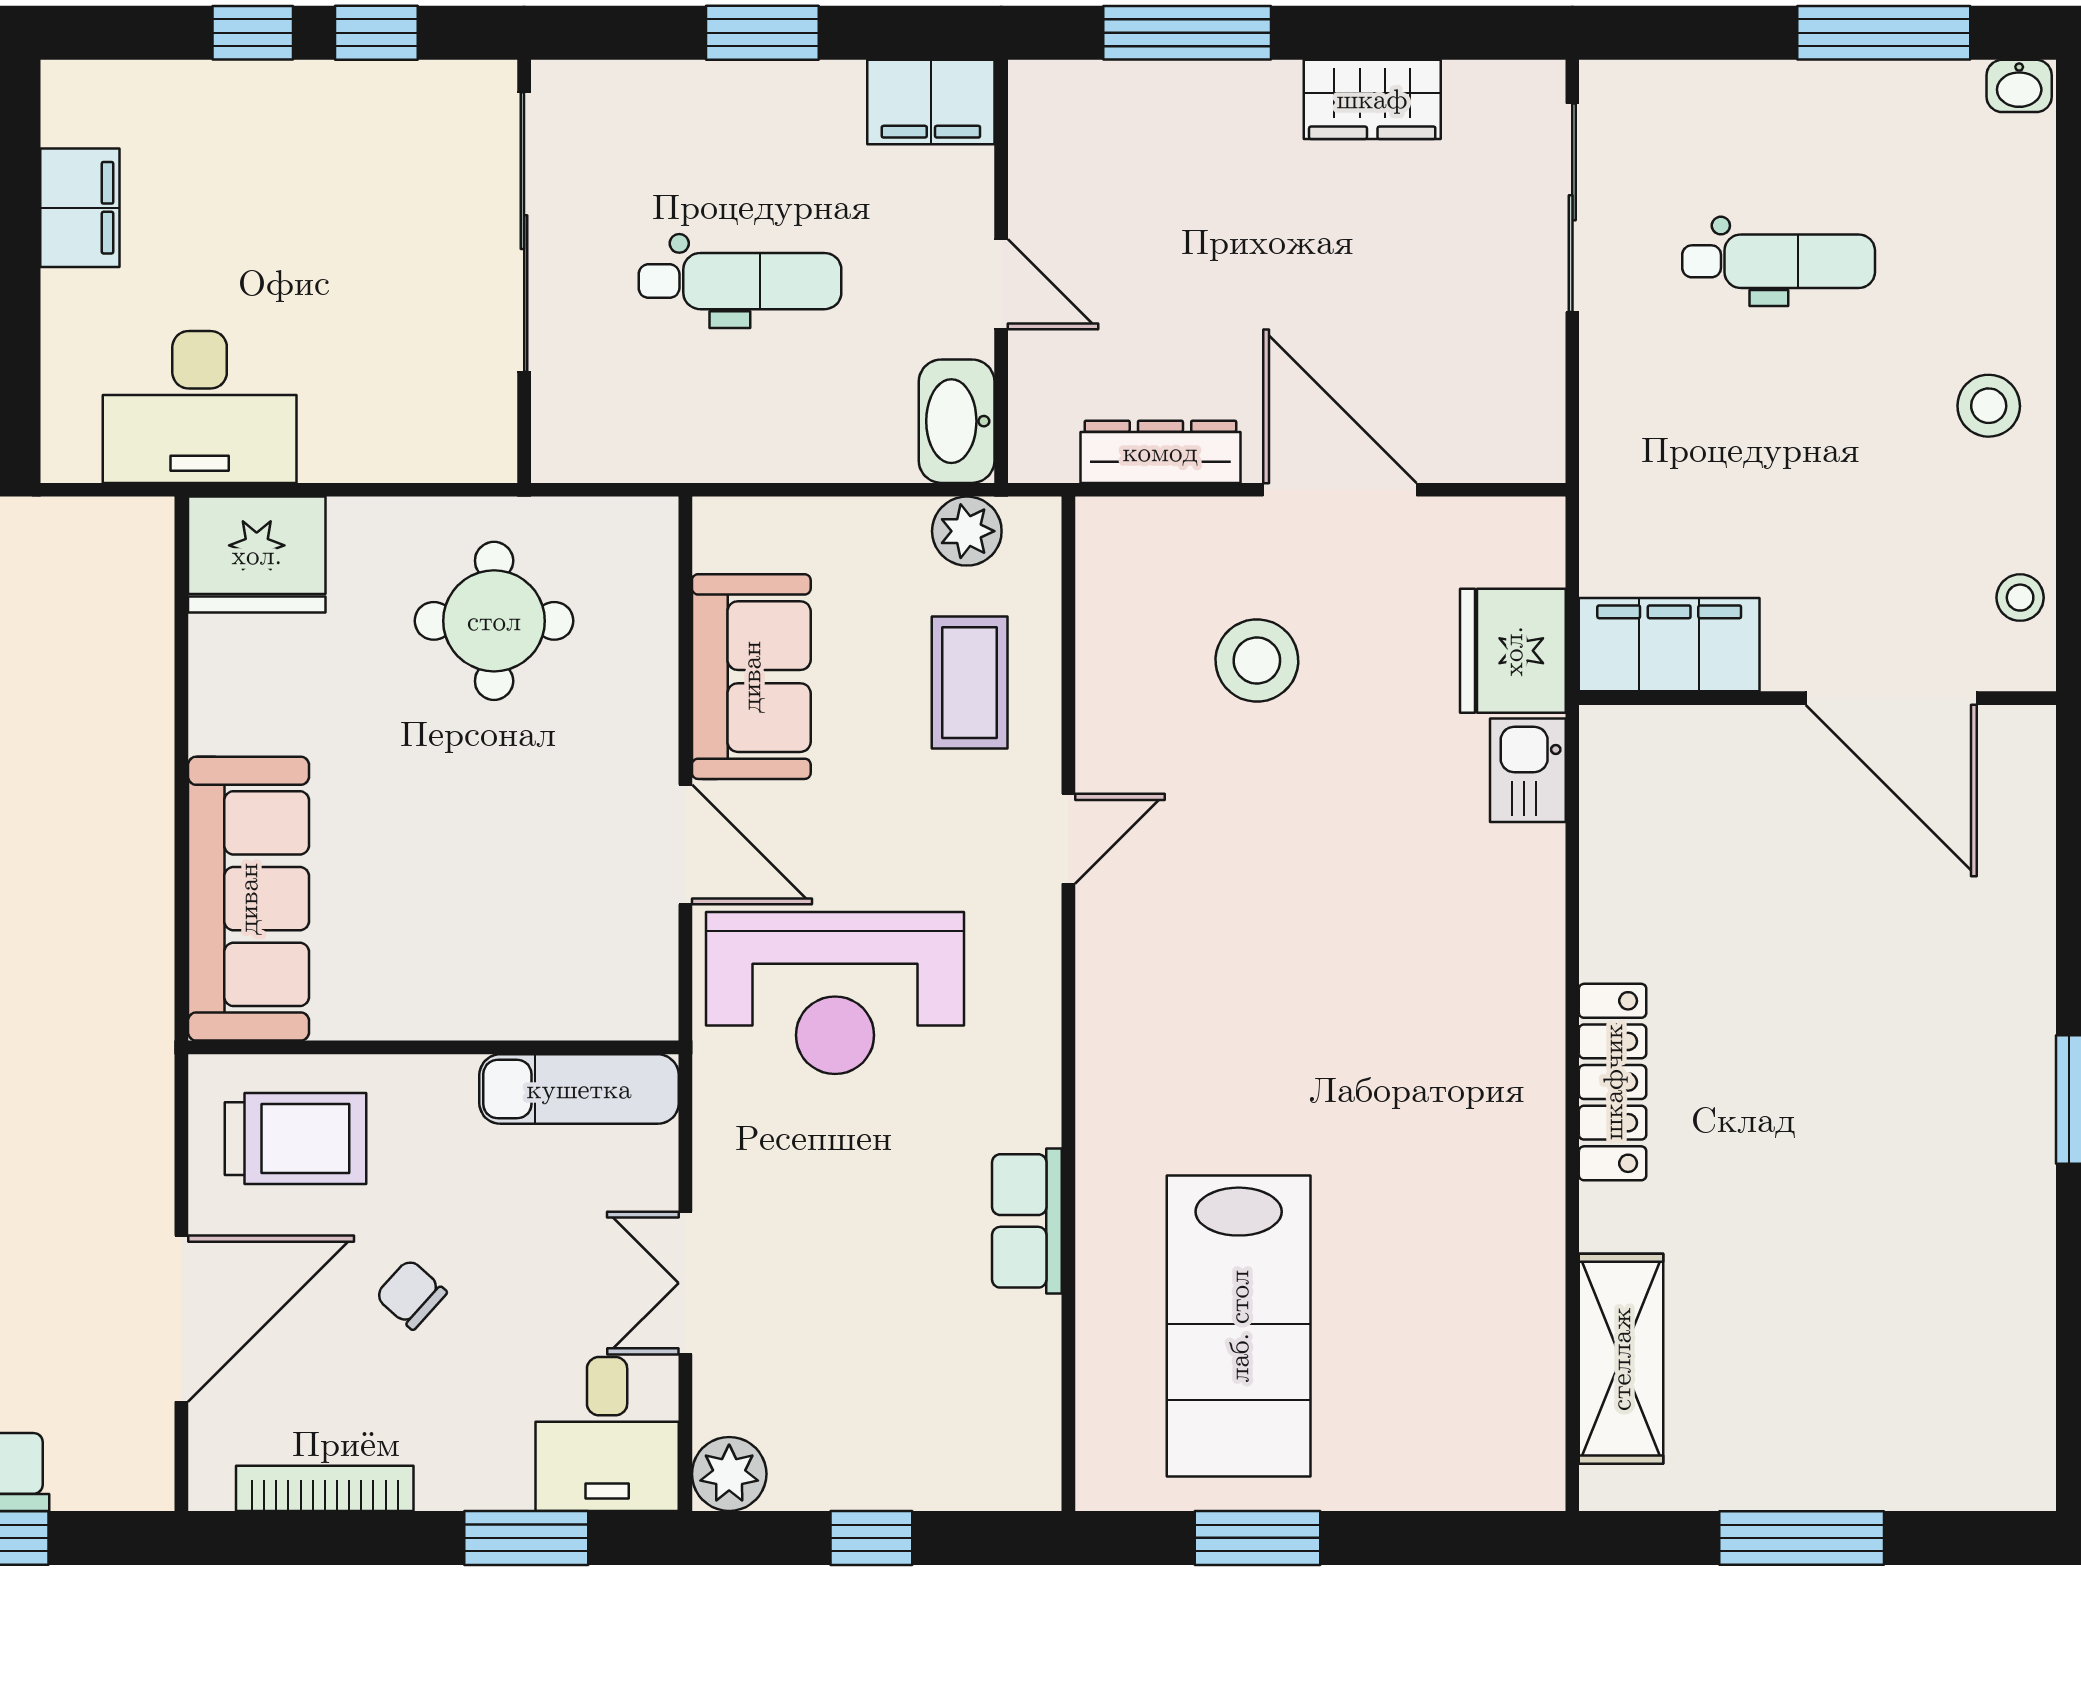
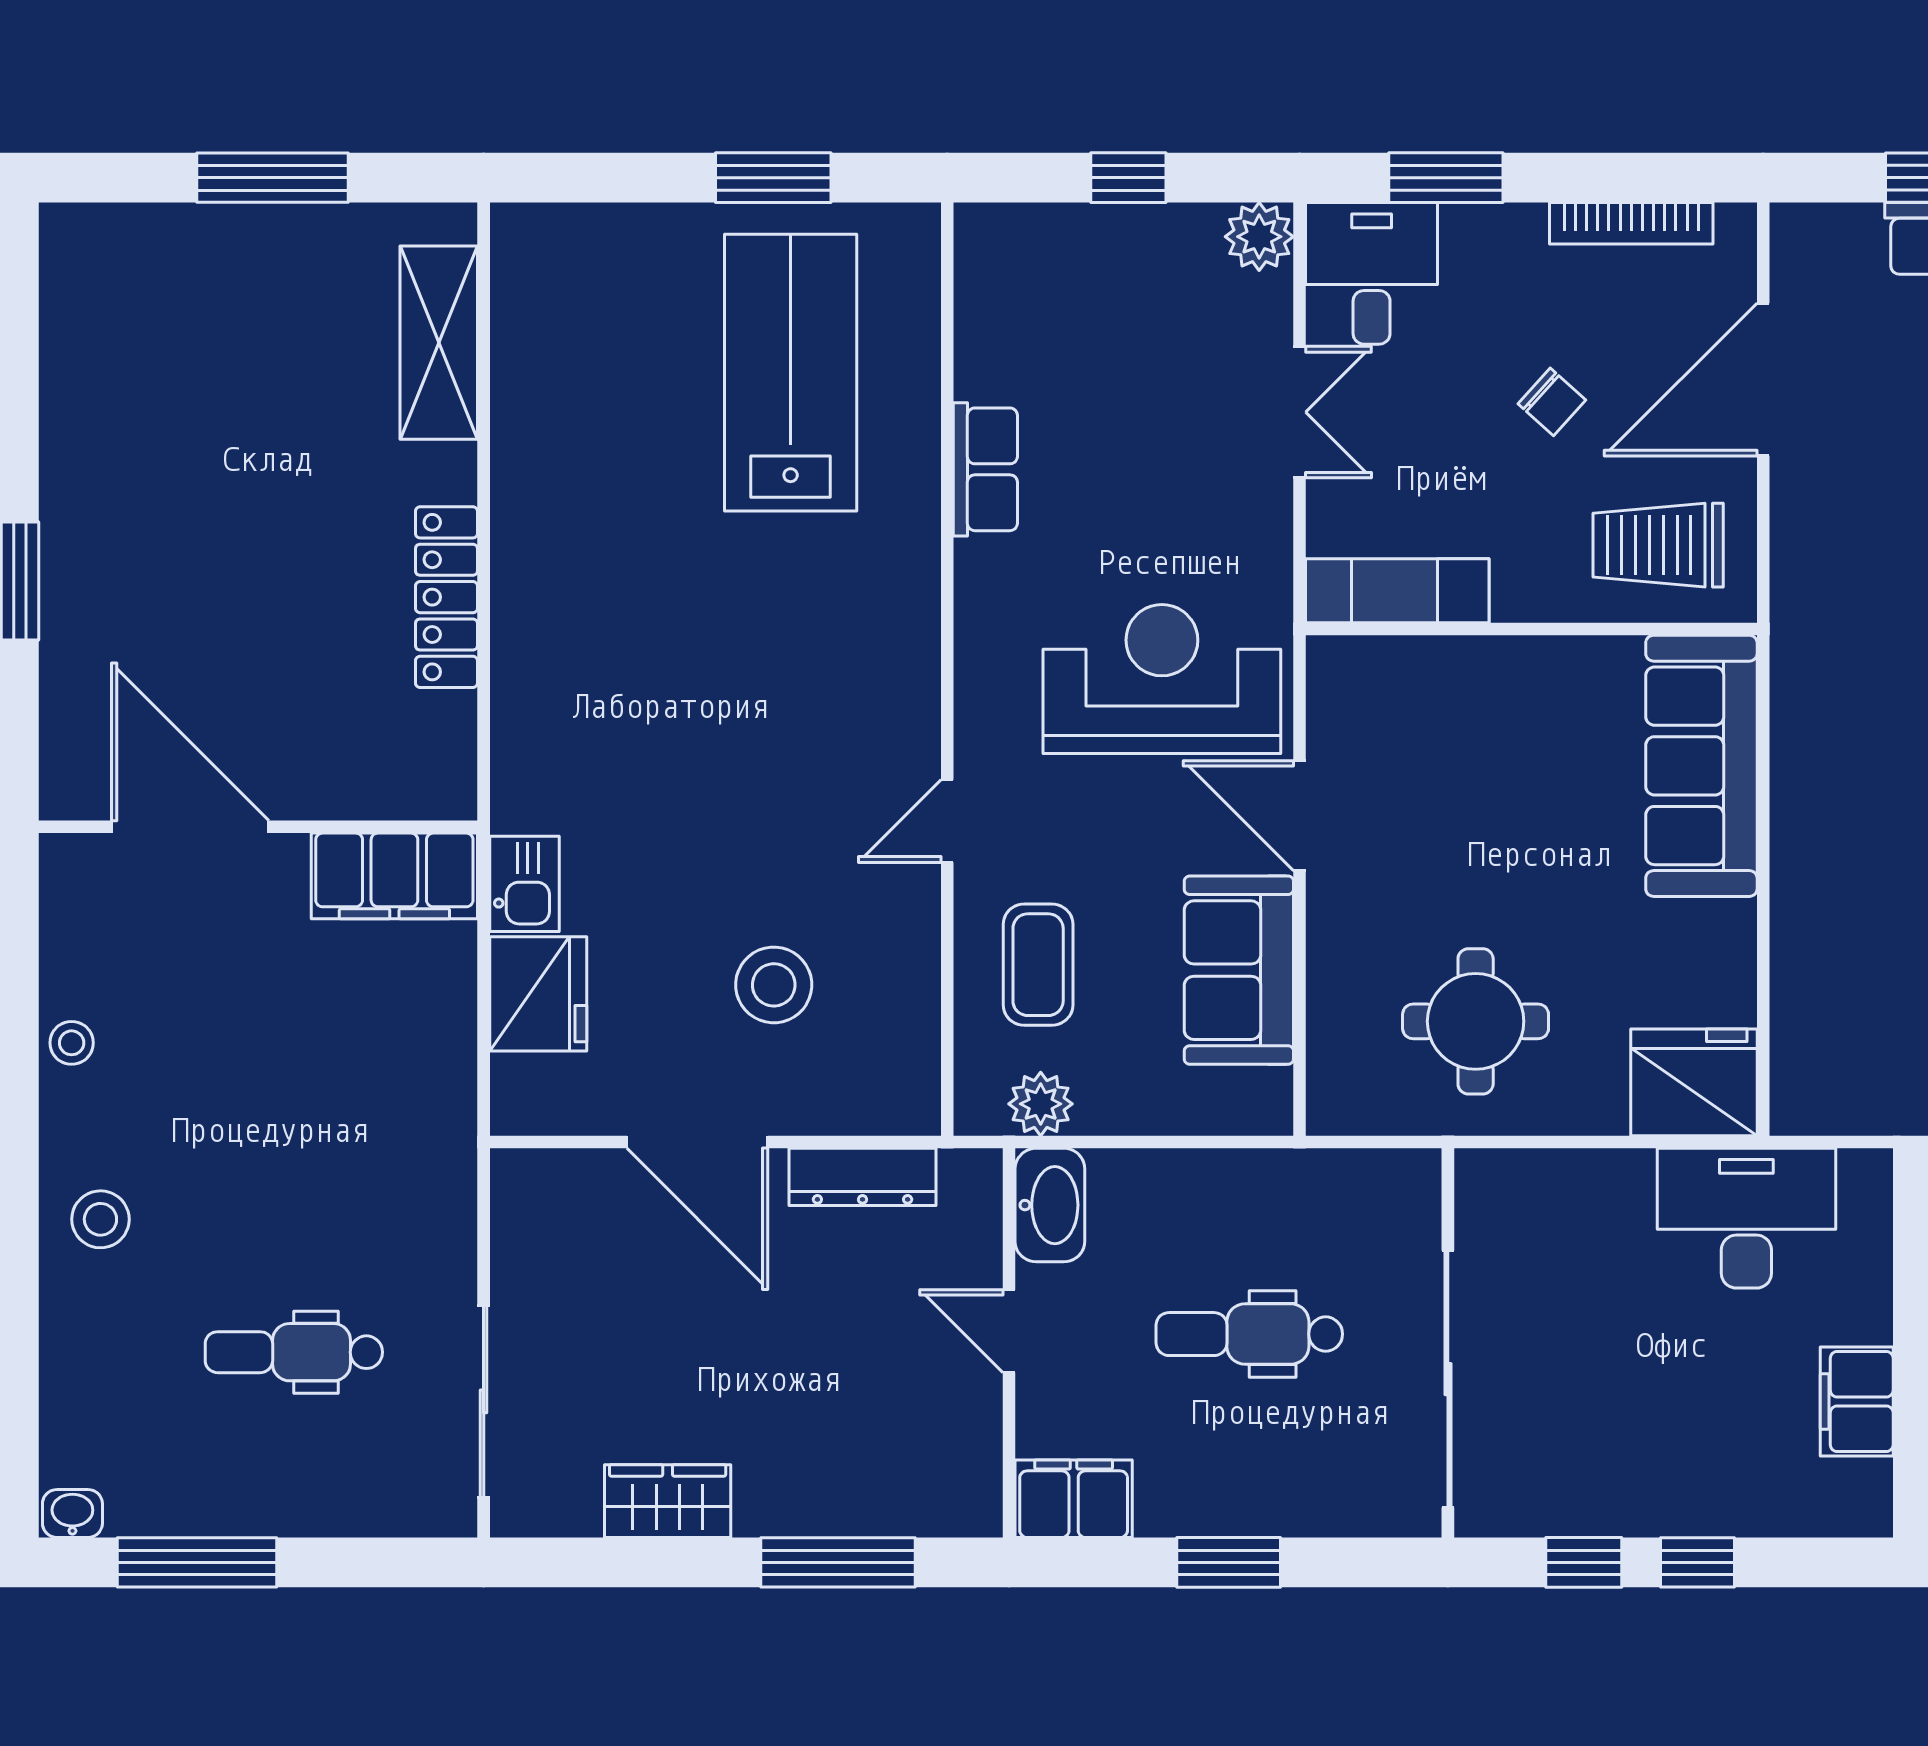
filing cabinet: (1669, 645) -> (394, 876), moved
wall: (1818, 698) -> (258, 827), moved
door: (1891, 698) -> (190, 827), moved

